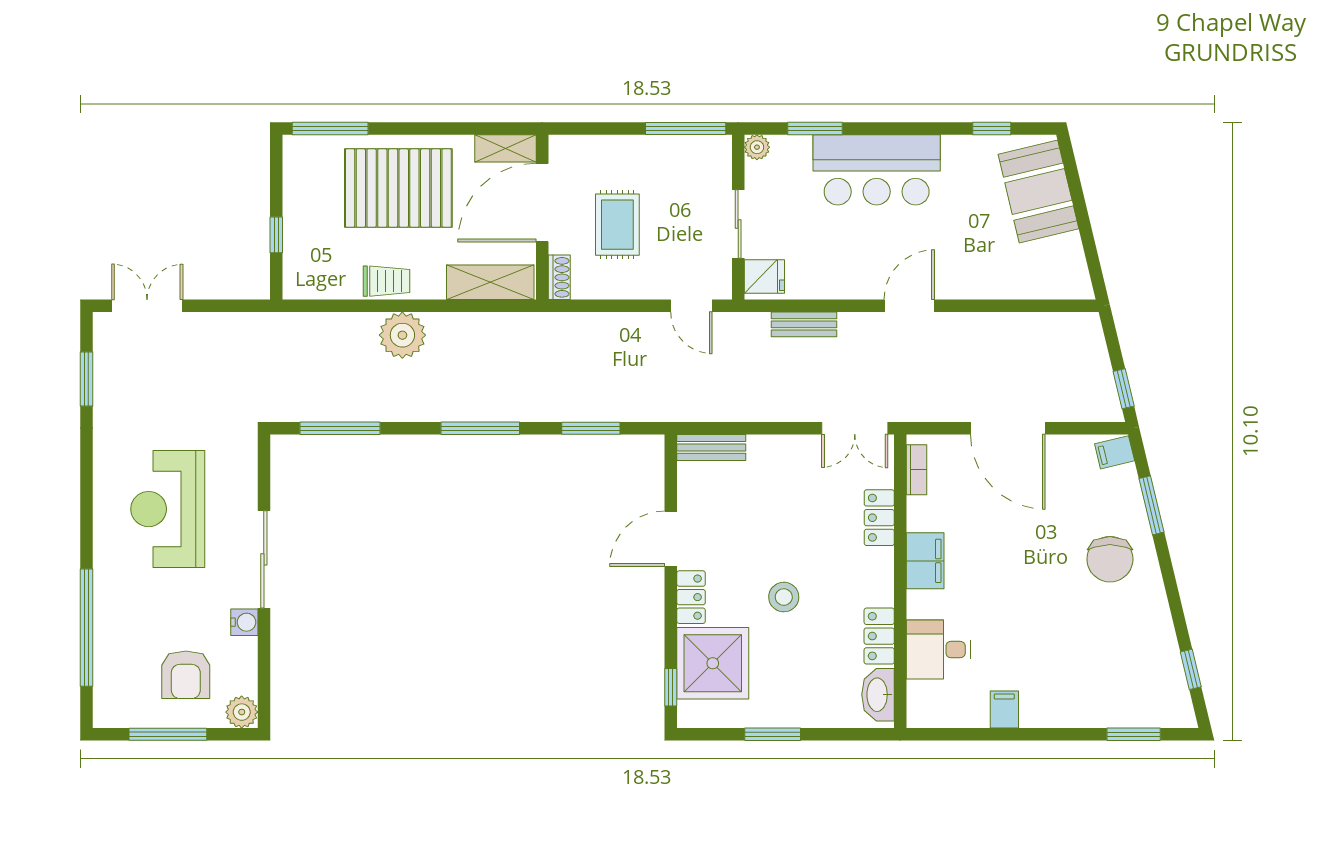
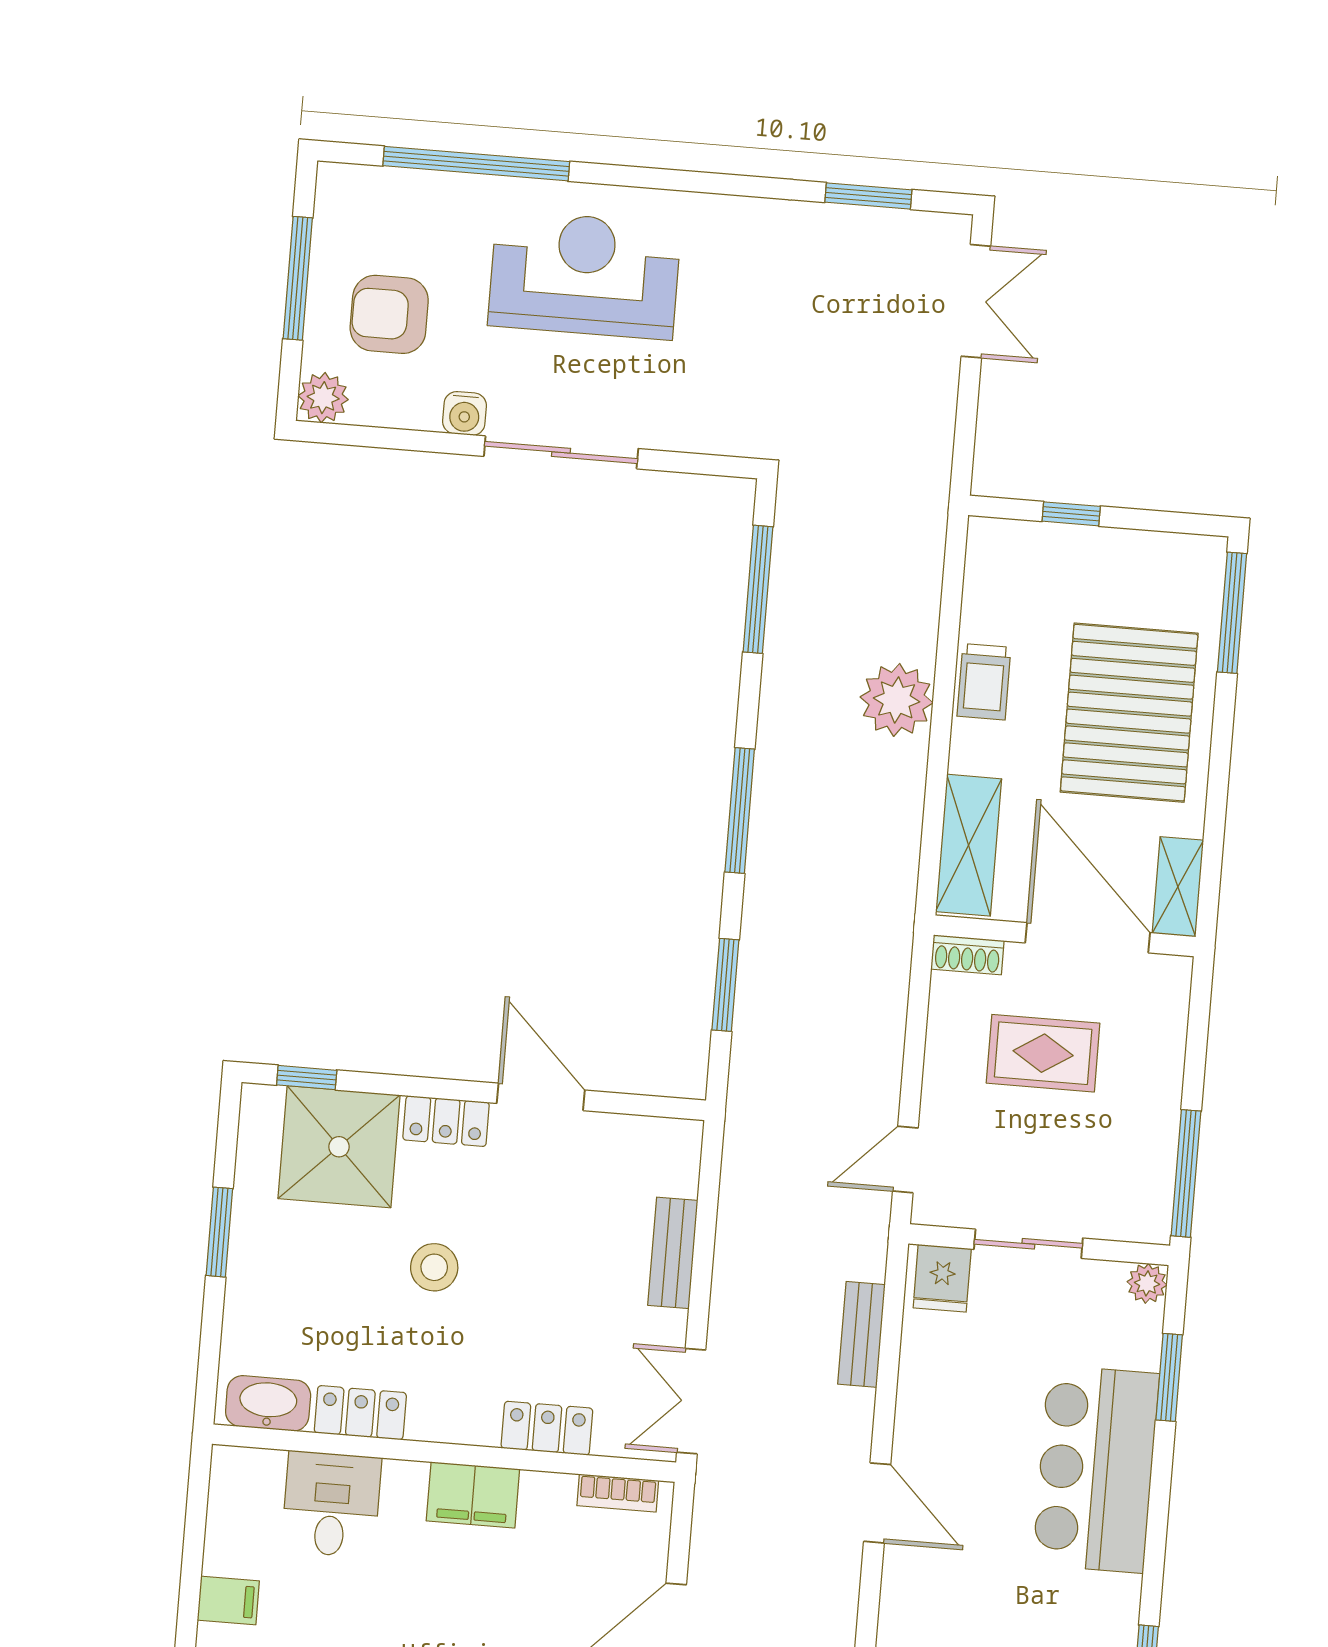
bench: (711, 447) -> (673, 1253), moved
reception desk: (168, 509) -> (585, 275), moved

